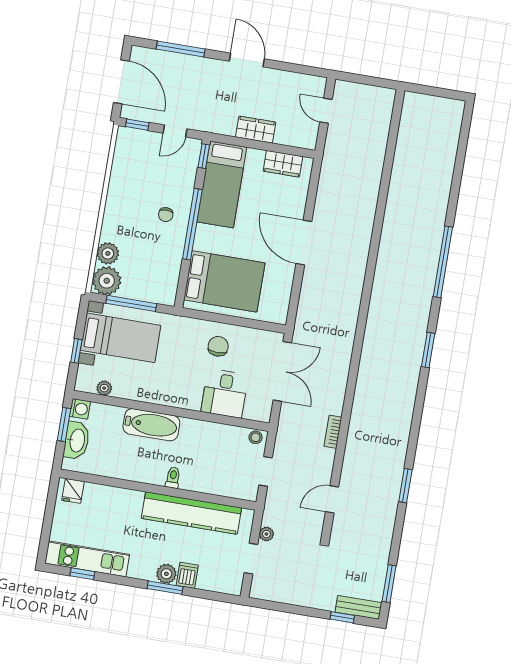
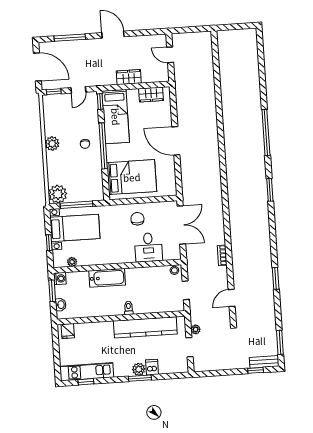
plant: (108, 253) -> (52, 144), moved
washbasin: (77, 440) -> (61, 305), width x0.52, depth x0.69

